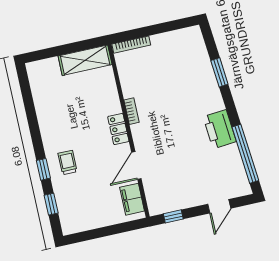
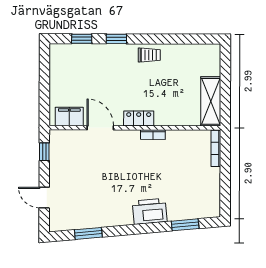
window: (219, 72) -> (185, 225), moved
printer: (220, 129) -> (150, 211), moved
window: (245, 154) -> (88, 233), width x0.47
trolley: (68, 162) -> (149, 55), moved

